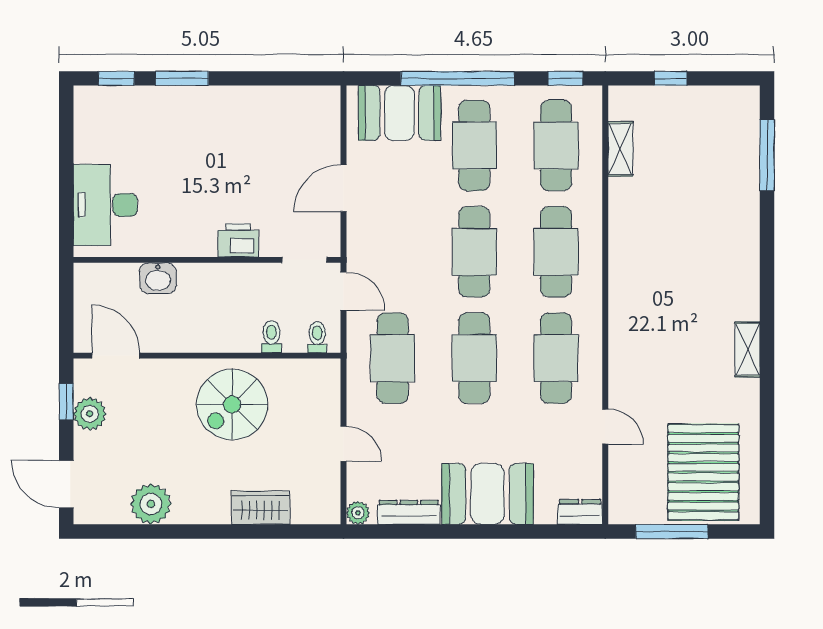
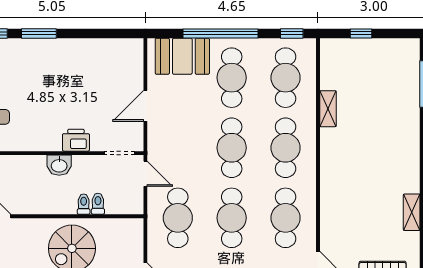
shelving: (620, 149) -> (328, 109), moved
washbasin: (158, 278) -> (59, 165), moved
toilet: (317, 337) -> (84, 204), moved

